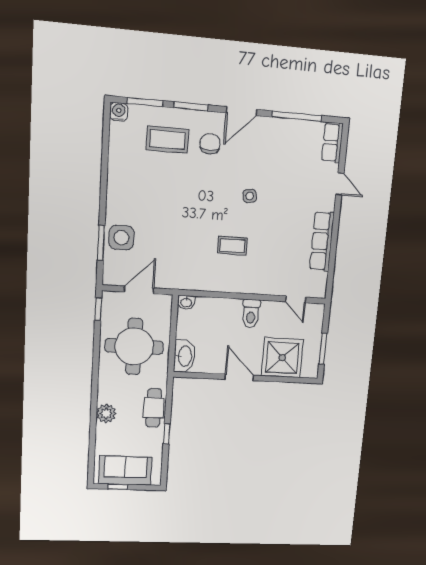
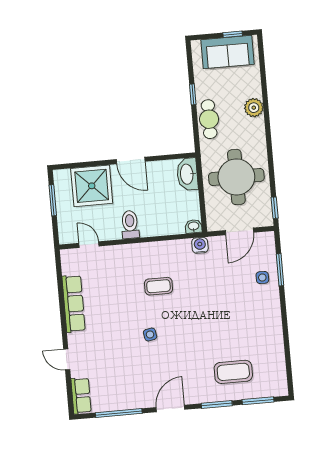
water cooler: (119, 112) -> (200, 245), moved, turned 180
chair: (210, 144) -> (194, 375), removed
side table: (121, 238) -> (262, 277), width x0.54, depth x0.54

